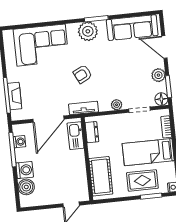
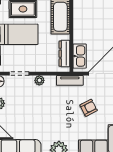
armchair: (83, 74) -> (89, 108), moved
dresser: (92, 132) -> (64, 54), width x1.44

